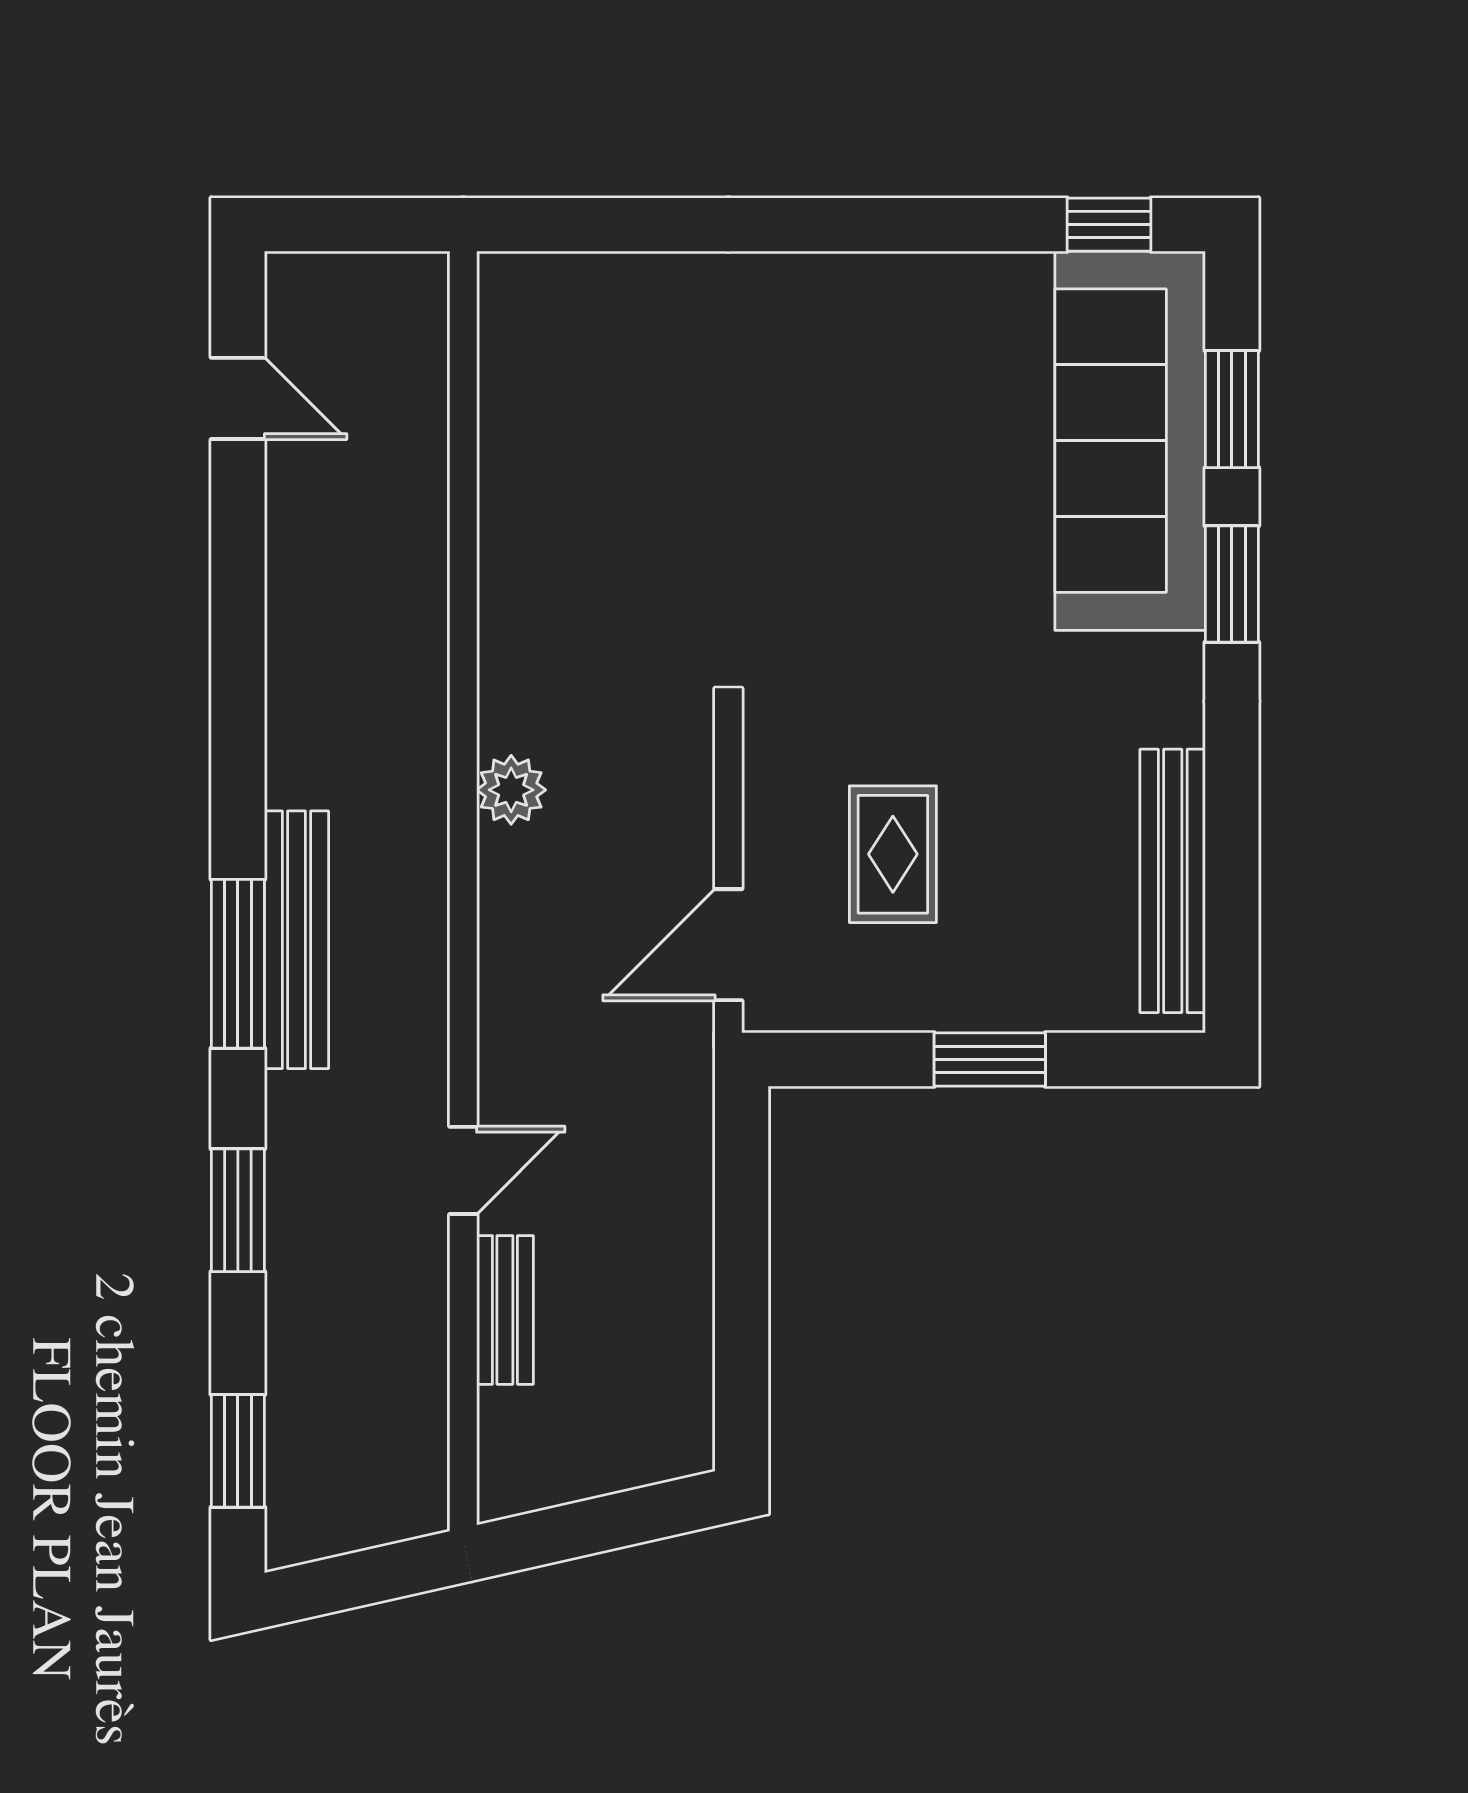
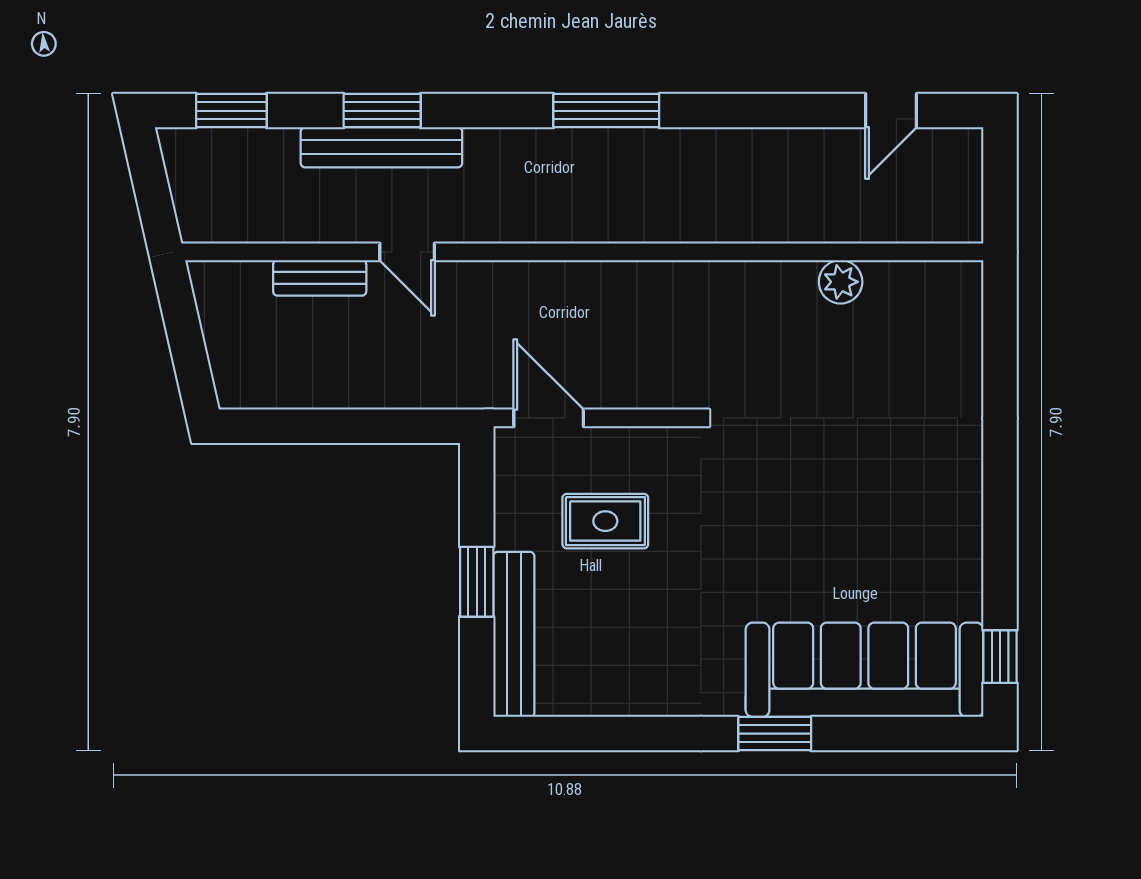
window: (1232, 409) -> (884, 734), removed
plant: (511, 790) -> (841, 282), moved
bench: (1173, 881) -> (514, 634), moved, turned 90
bench: (296, 940) -> (381, 147), moved
window: (238, 964) -> (606, 111), moved

